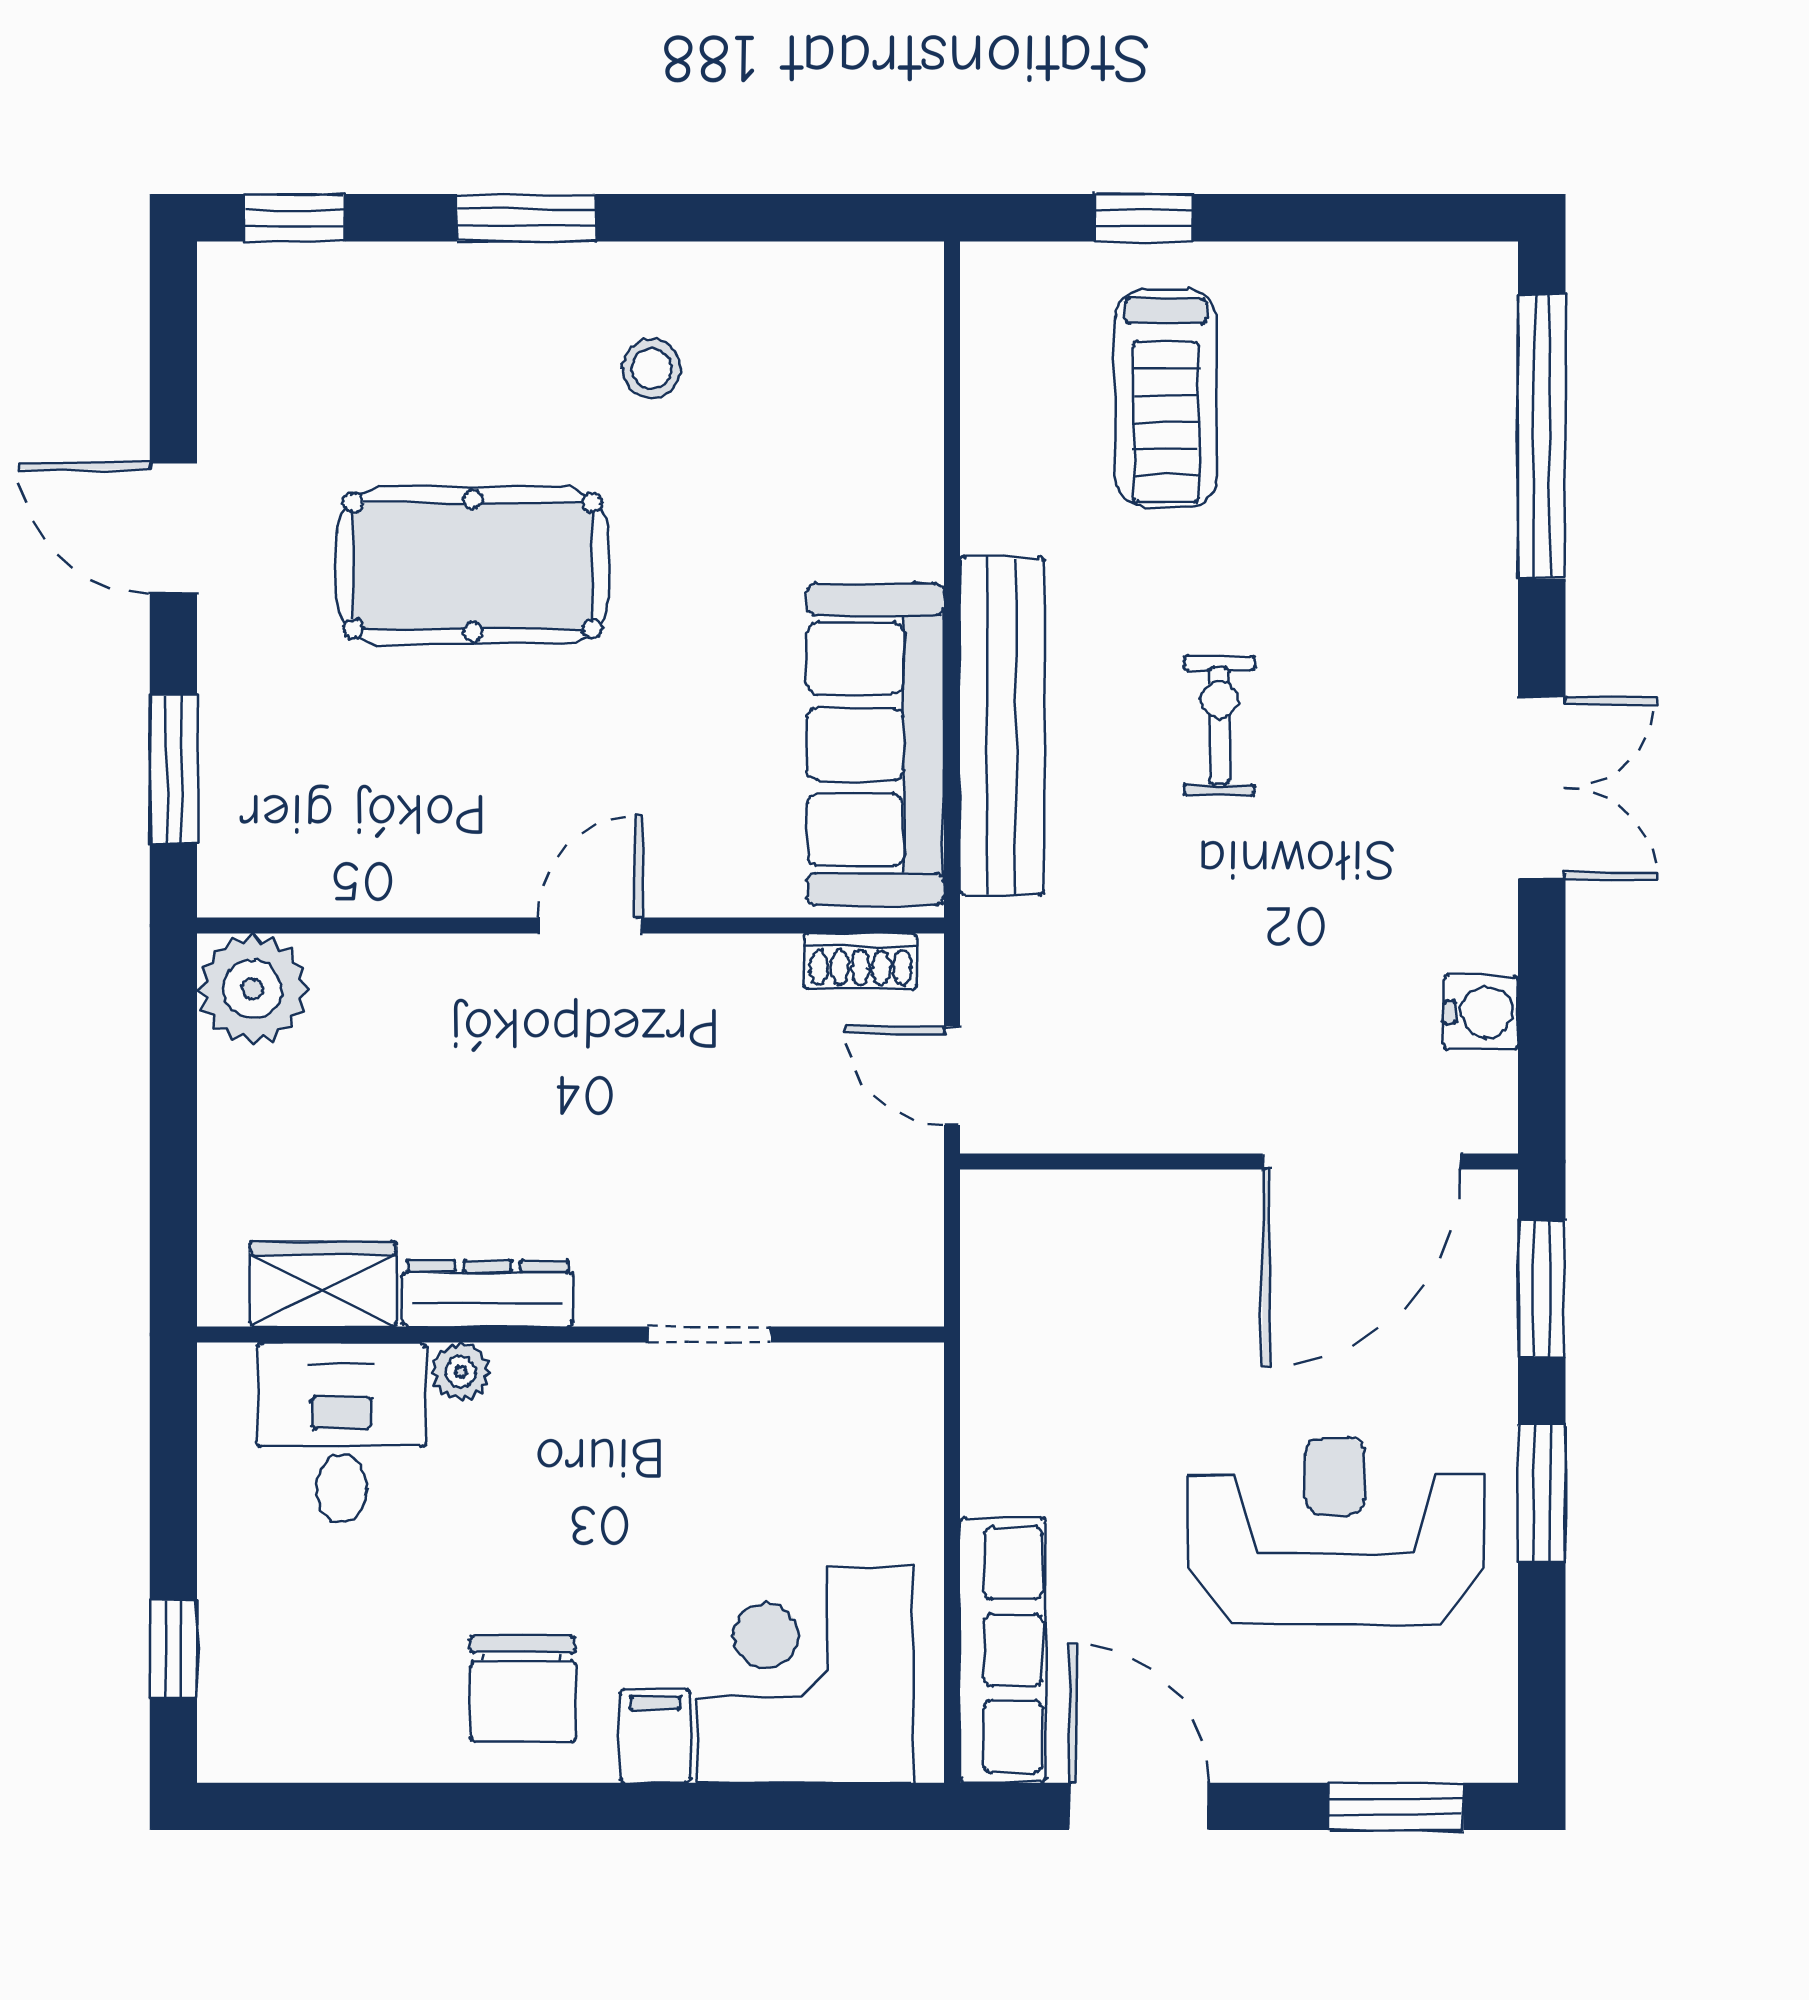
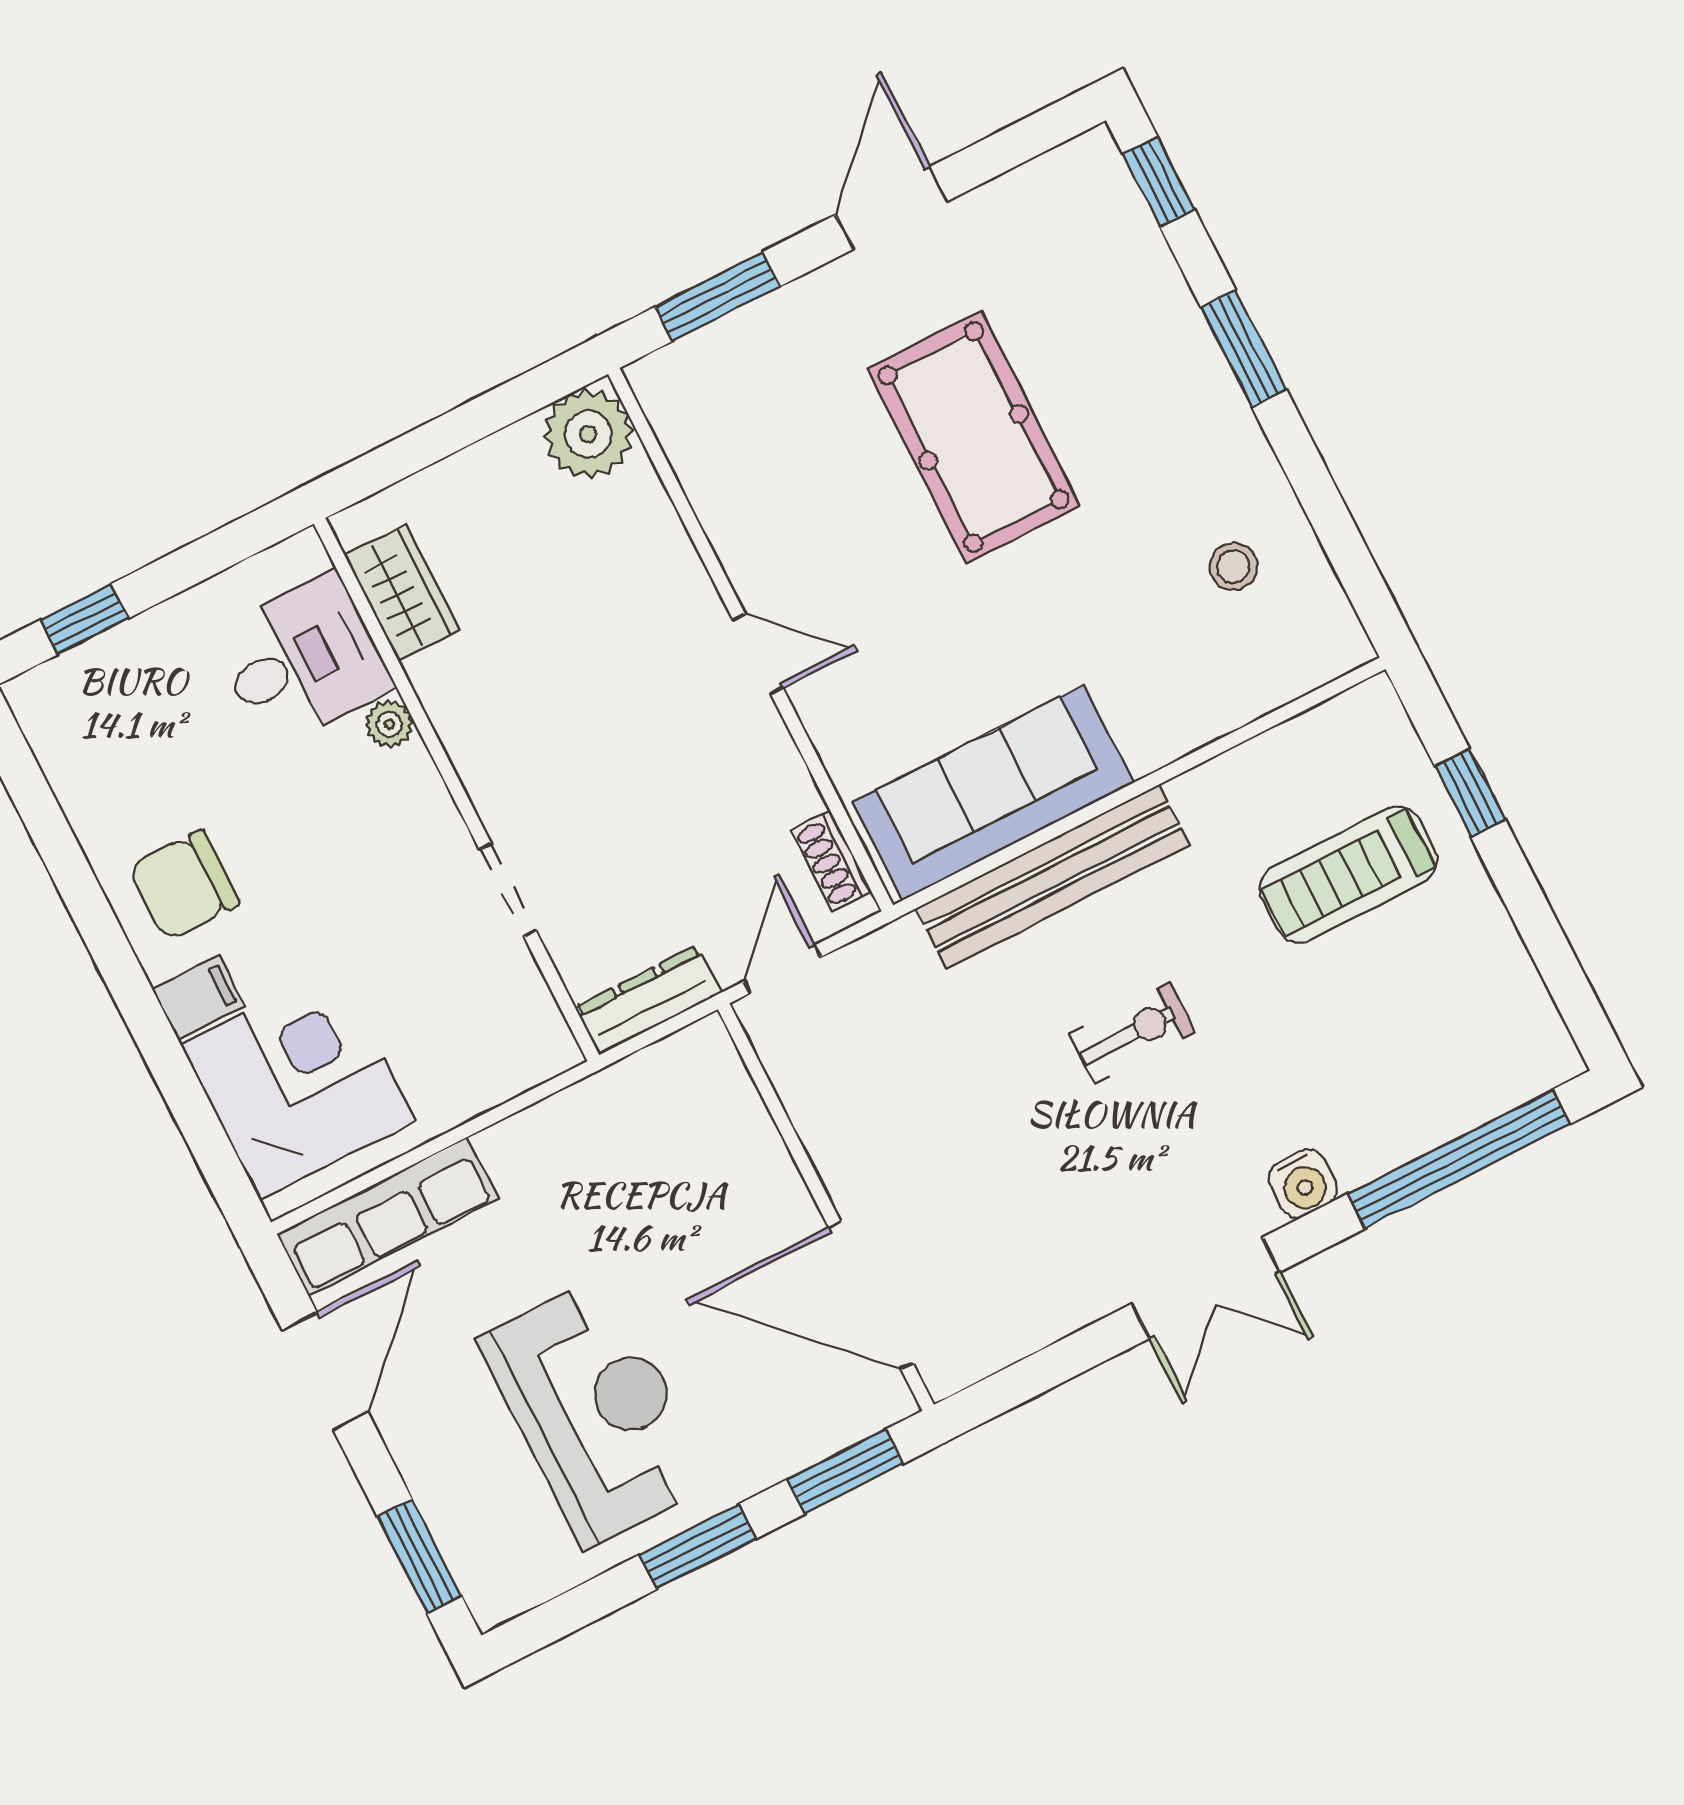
stool: (652, 369) -> (1233, 567), moved
water cooler: (1481, 1012) -> (1303, 1183), moved
dresser: (487, 1293) -> (648, 1000), moved, turned -90

